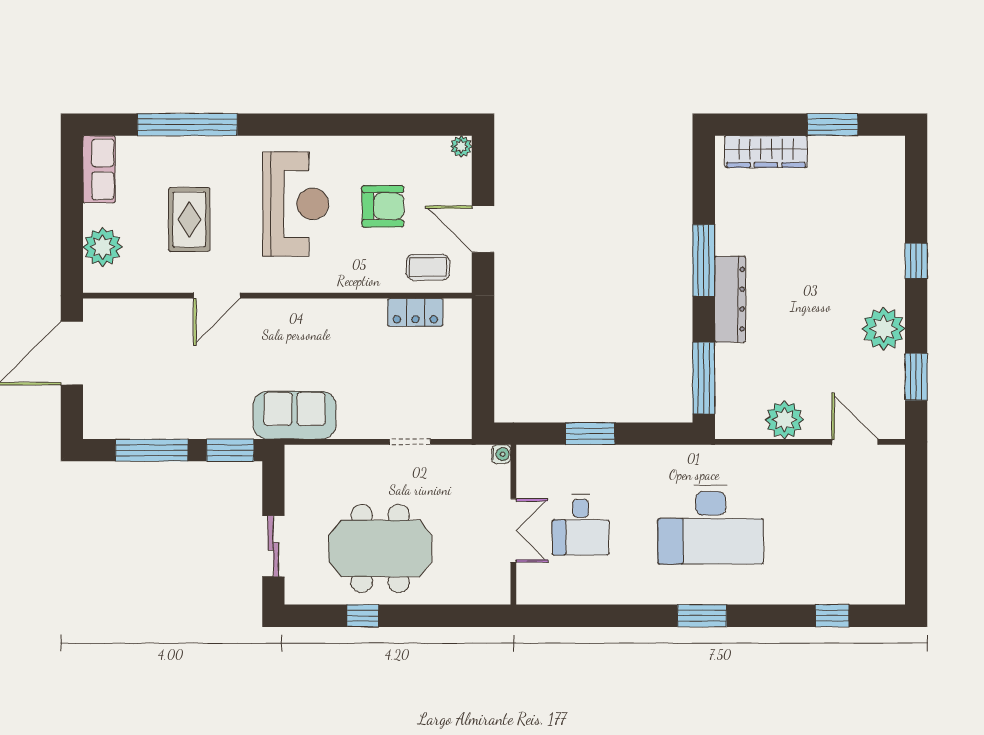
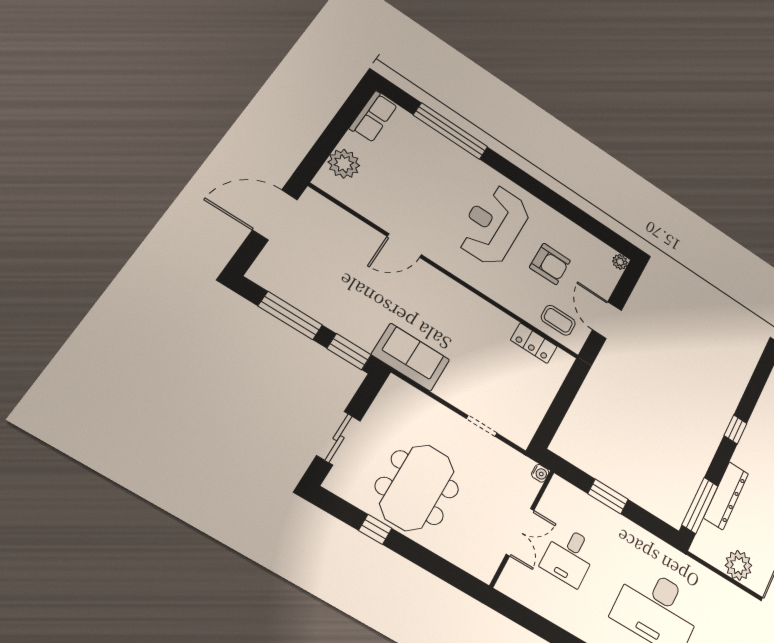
reception desk: (296, 204) -> (493, 225), turned 180
rug: (189, 219) -> (416, 187), removed
window: (704, 260) -> (735, 429), width x0.46
dresser: (730, 299) -> (726, 496), moved
meeting table: (380, 548) -> (417, 488), turned 90

